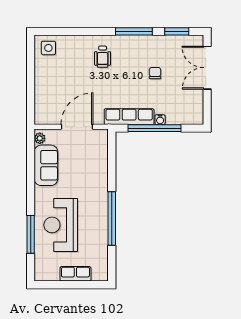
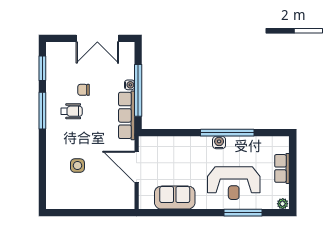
side table: (48, 48) -> (77, 166), moved
wheelchair: (103, 57) -> (71, 111), moved
double door: (207, 68) -> (97, 38), moved
plant: (40, 138) -> (283, 204), moved
water cooler: (102, 210) -> (219, 142), added

